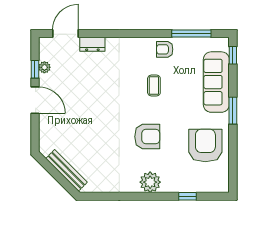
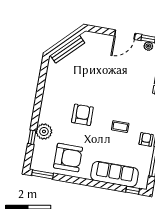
window: (233, 111) -> (43, 174), moved
armchair: (147, 137) -> (82, 115), turned 180
plant: (150, 182) -> (44, 132), moved

